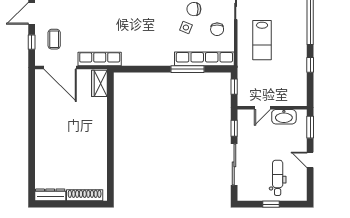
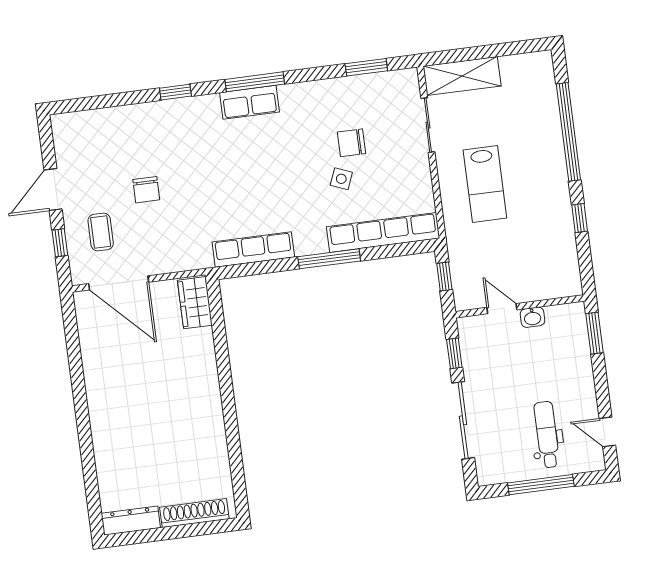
chair: (217, 29) -> (146, 190), moved
row of seats: (100, 59) -> (253, 250), moved
window: (187, 69) -> (329, 259), moved
door: (262, 108) -> (502, 309), swing flipped
washbasin: (284, 117) -> (532, 317), width x0.52, depth x0.69
door: (310, 160) -> (607, 432), moved
window: (271, 204) -> (541, 485), width x2.17

